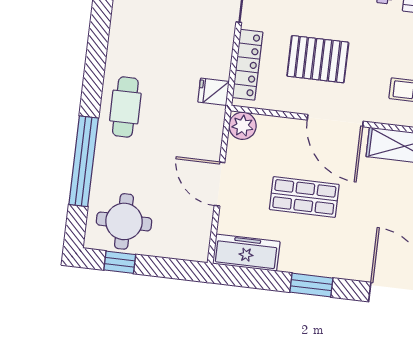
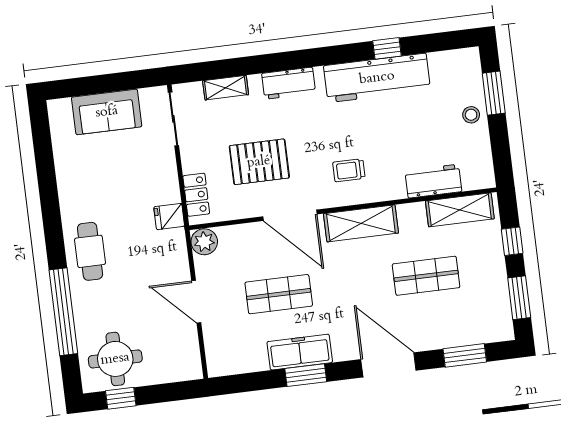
locker: (248, 65) -> (196, 195), width x0.66
freezer: (246, 253) -> (300, 352), moved

